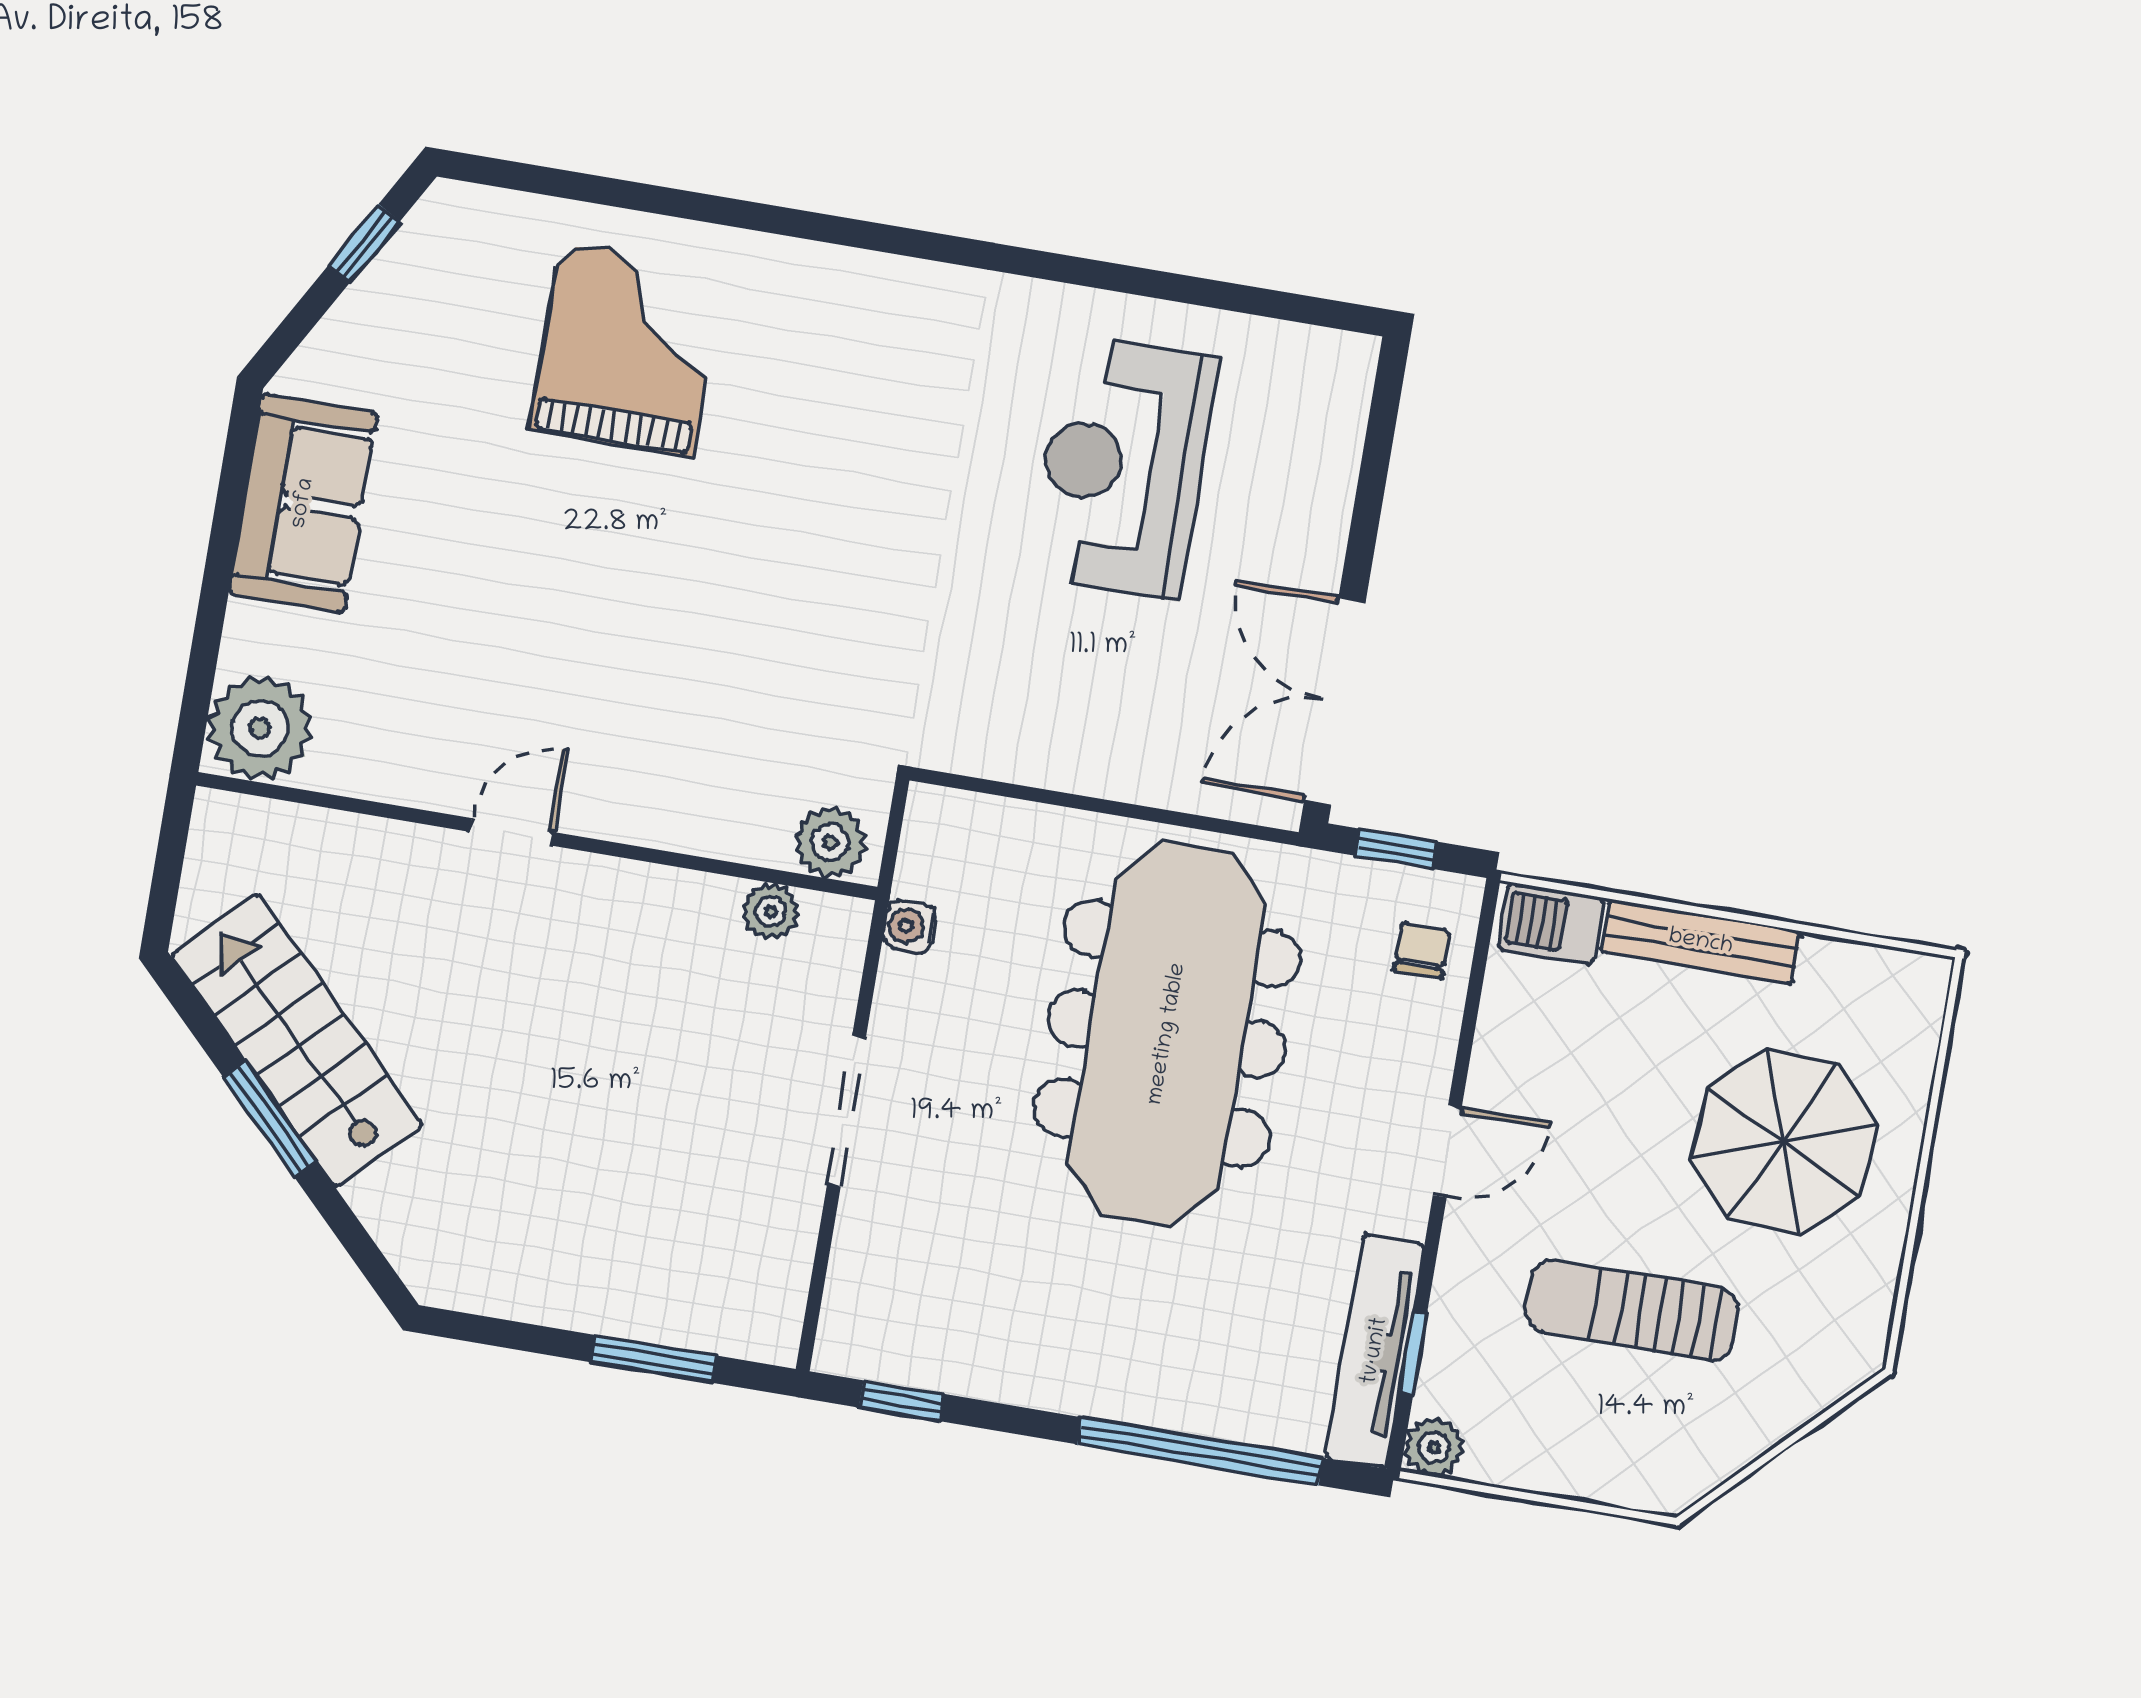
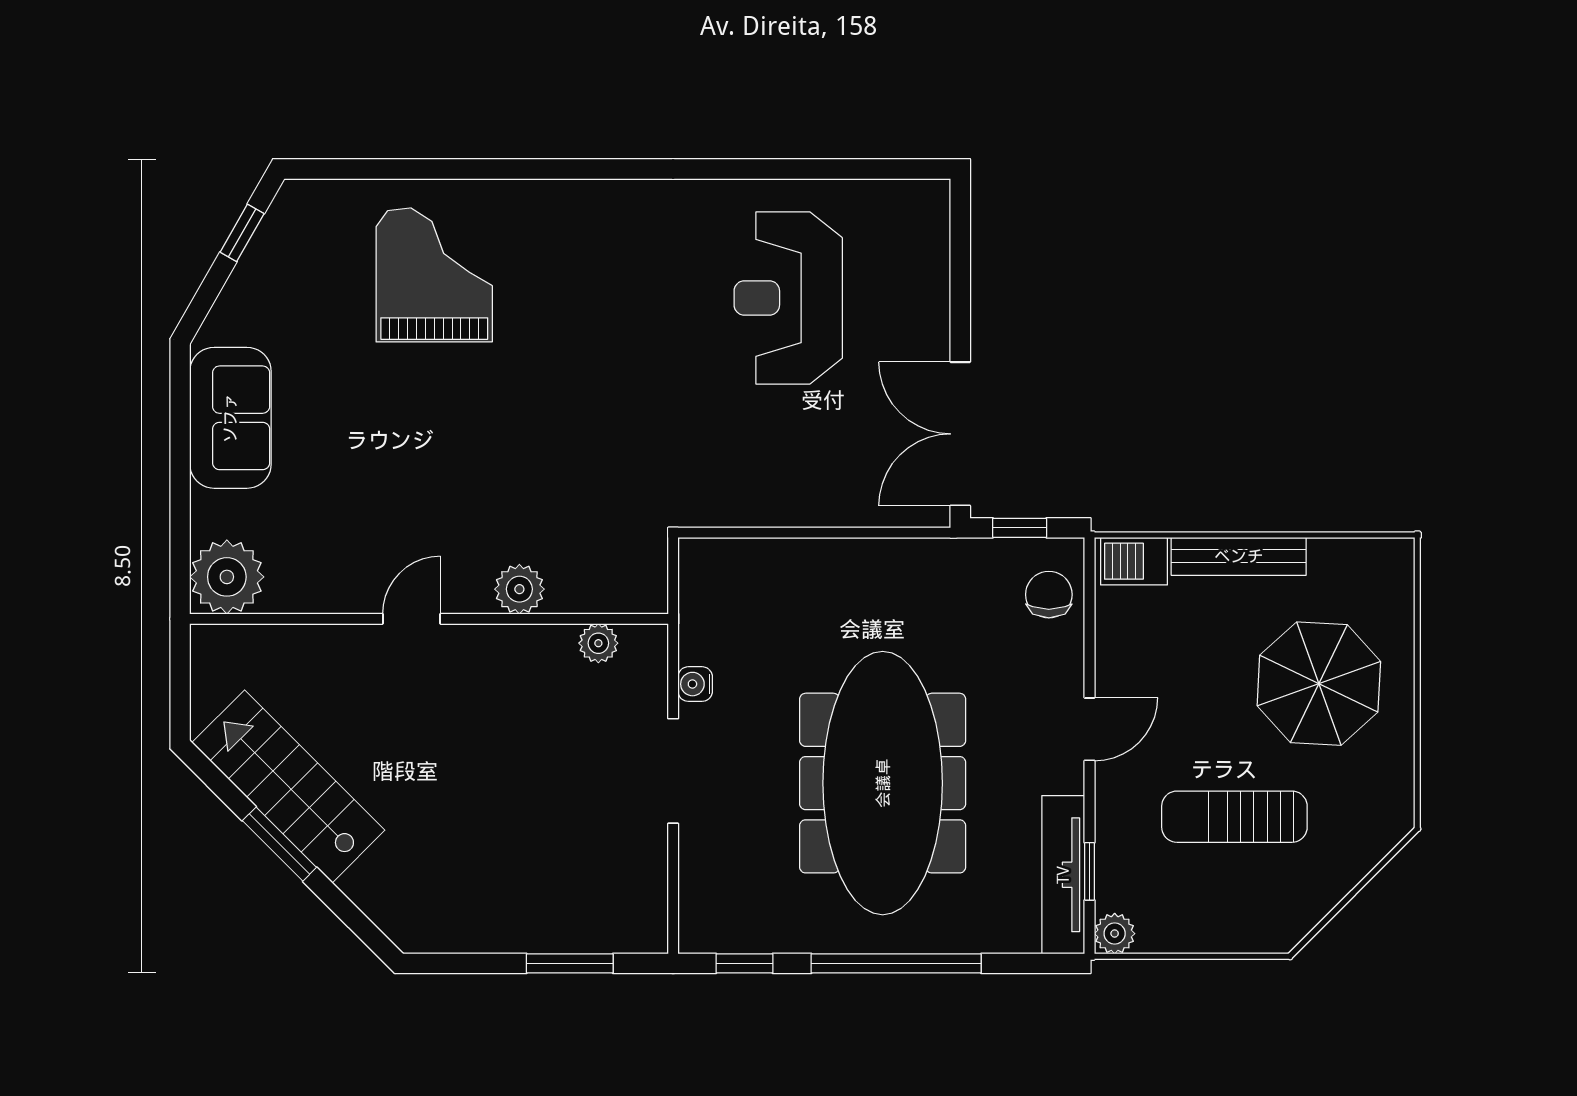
plant: (830, 842) -> (519, 589), moved
water cooler: (910, 926) -> (695, 684), moved
chair: (1422, 950) -> (1049, 595), width x1.37, depth x1.37
meeting table: (1167, 1034) -> (883, 783), moved
window: (1200, 1451) -> (896, 963), moved

